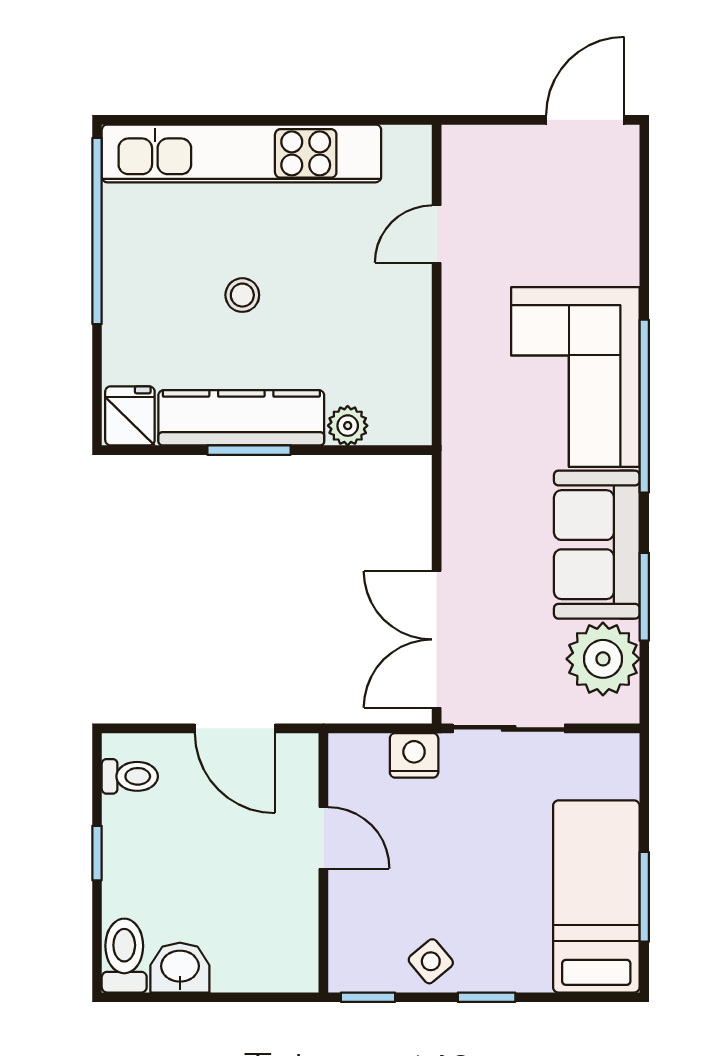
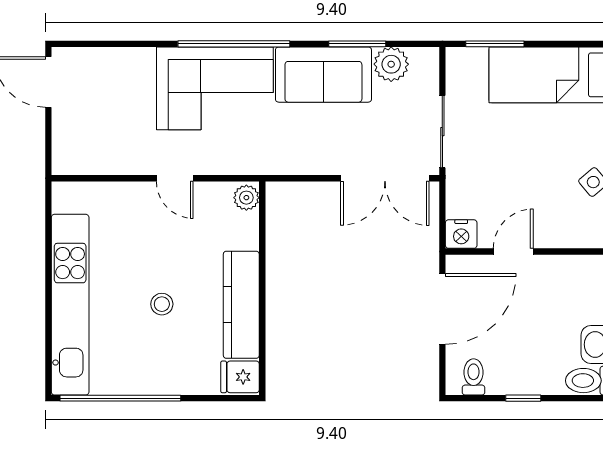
door: (437, 234) -> (175, 178), moved
plant: (348, 426) -> (246, 198), moved
window: (249, 450) -> (262, 300), removed
plant: (603, 659) -> (391, 64), width x0.73, depth x0.73
door: (235, 728) -> (442, 309), width x1.36
nightstand: (414, 755) -> (461, 234), moved, turned -90
window: (644, 897) -> (495, 44), moved

